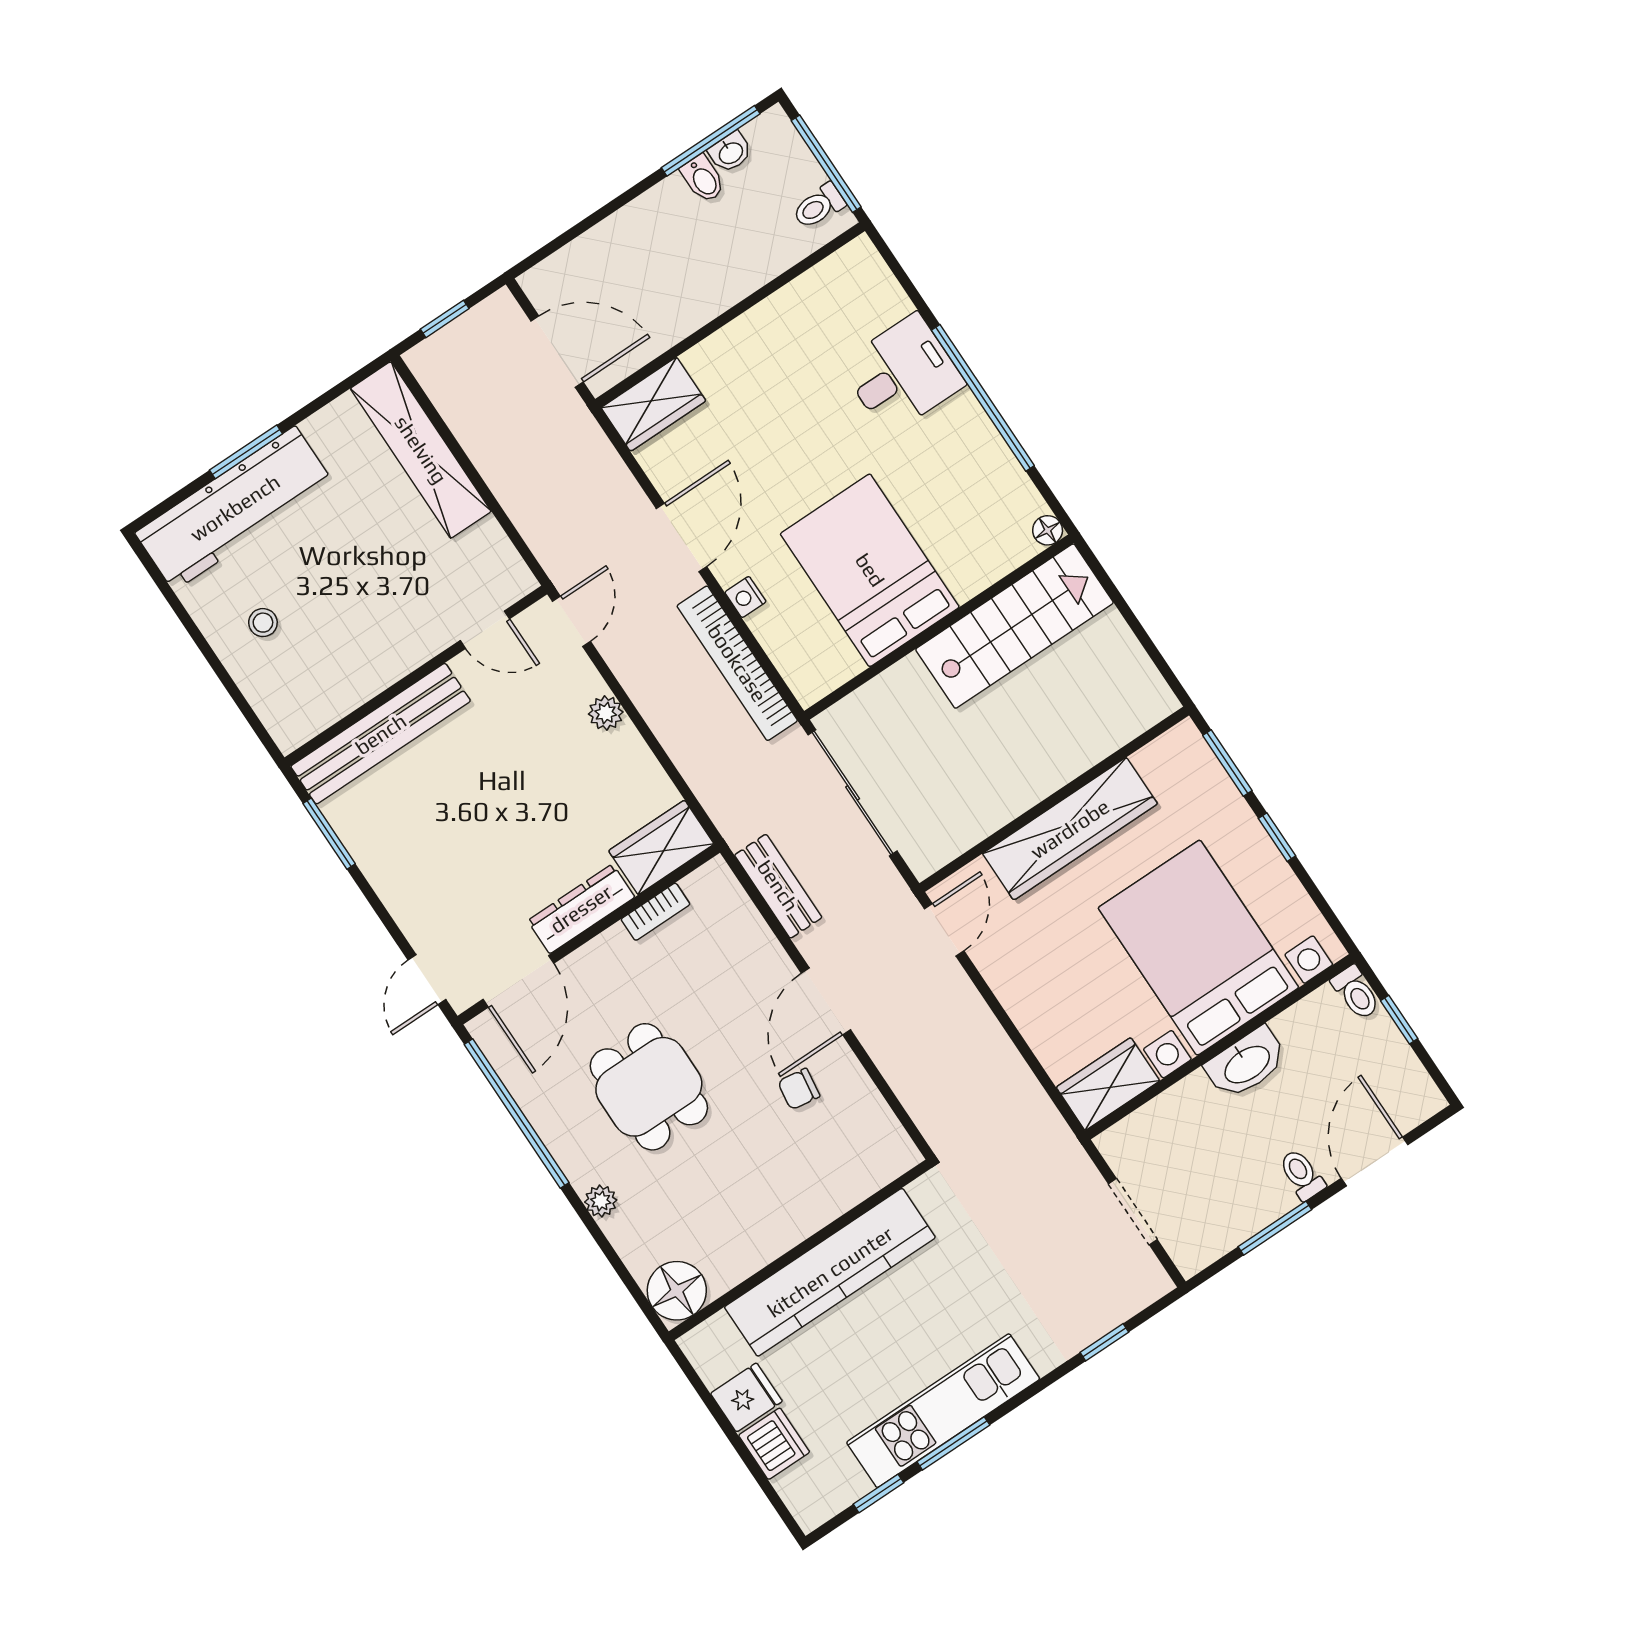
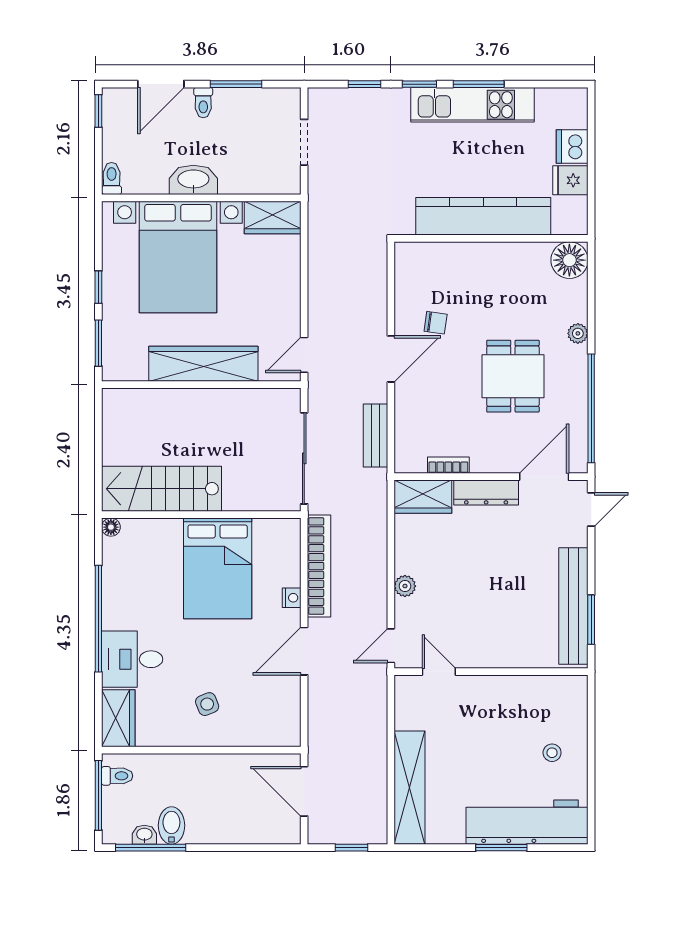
bidet: (703, 179) -> (171, 825), width x1.38, depth x1.36
side table: (763, 381) -> (207, 704), added
wardrobe: (654, 404) -> (118, 718), moved, turned 90
bench: (381, 734) -> (573, 606), moved, turned 90
window: (1399, 1020) -> (98, 111), moved
window: (879, 1493) -> (419, 84), moved

